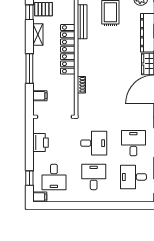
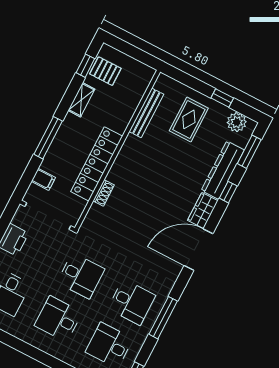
locker: (68, 49) -> (97, 164), moved
desk: (133, 143) -> (132, 302), turned 90
desk: (94, 177) -> (58, 319), turned -90

